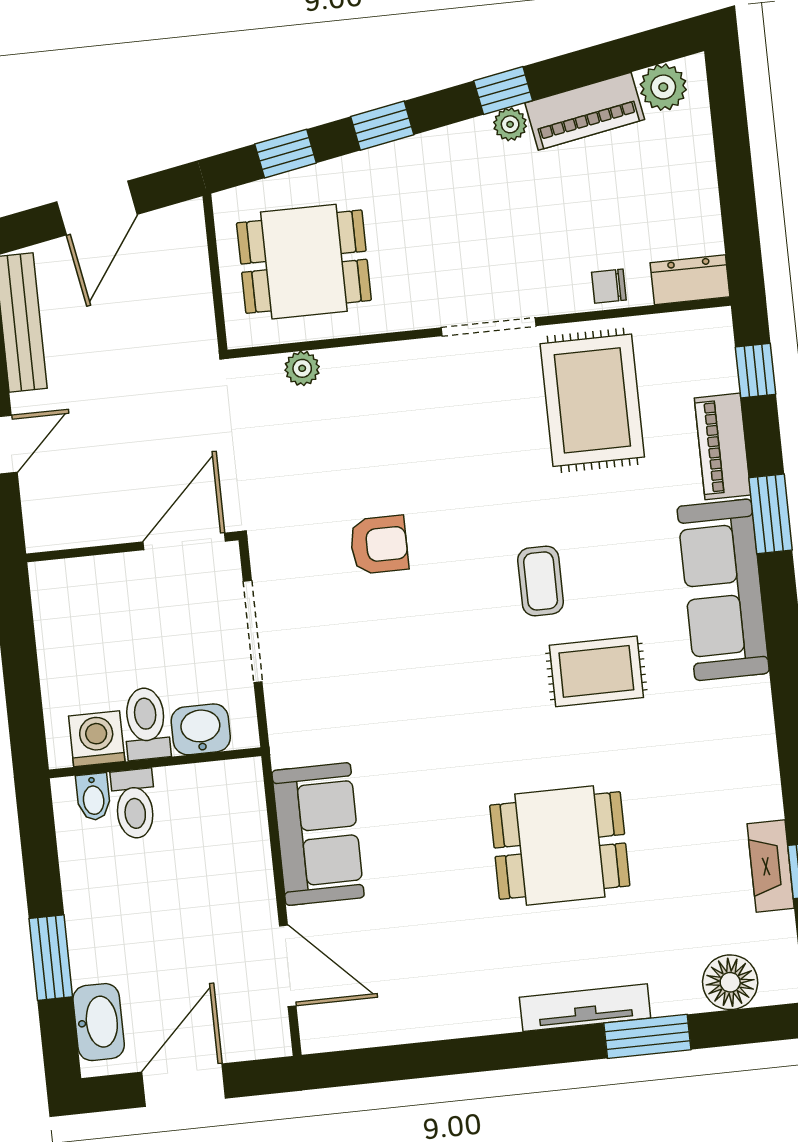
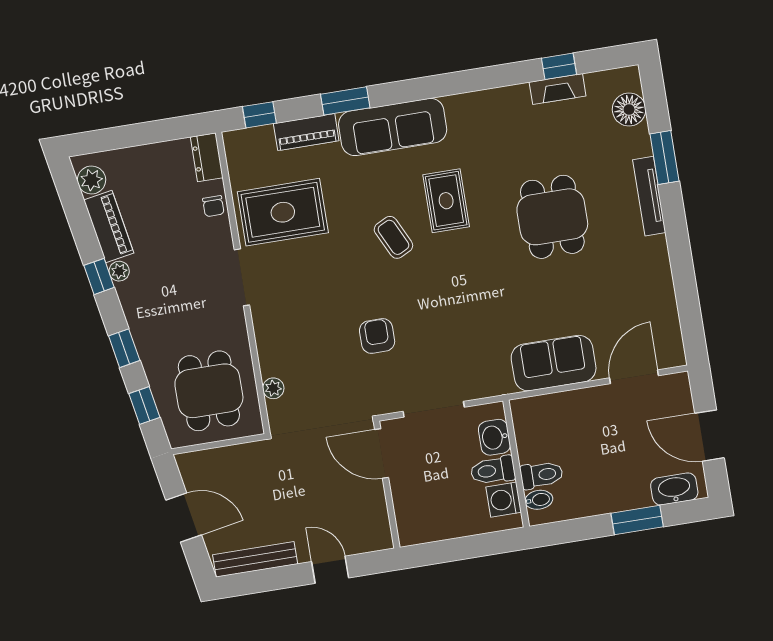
coffee table: (541, 581) -> (393, 237), turned 64

